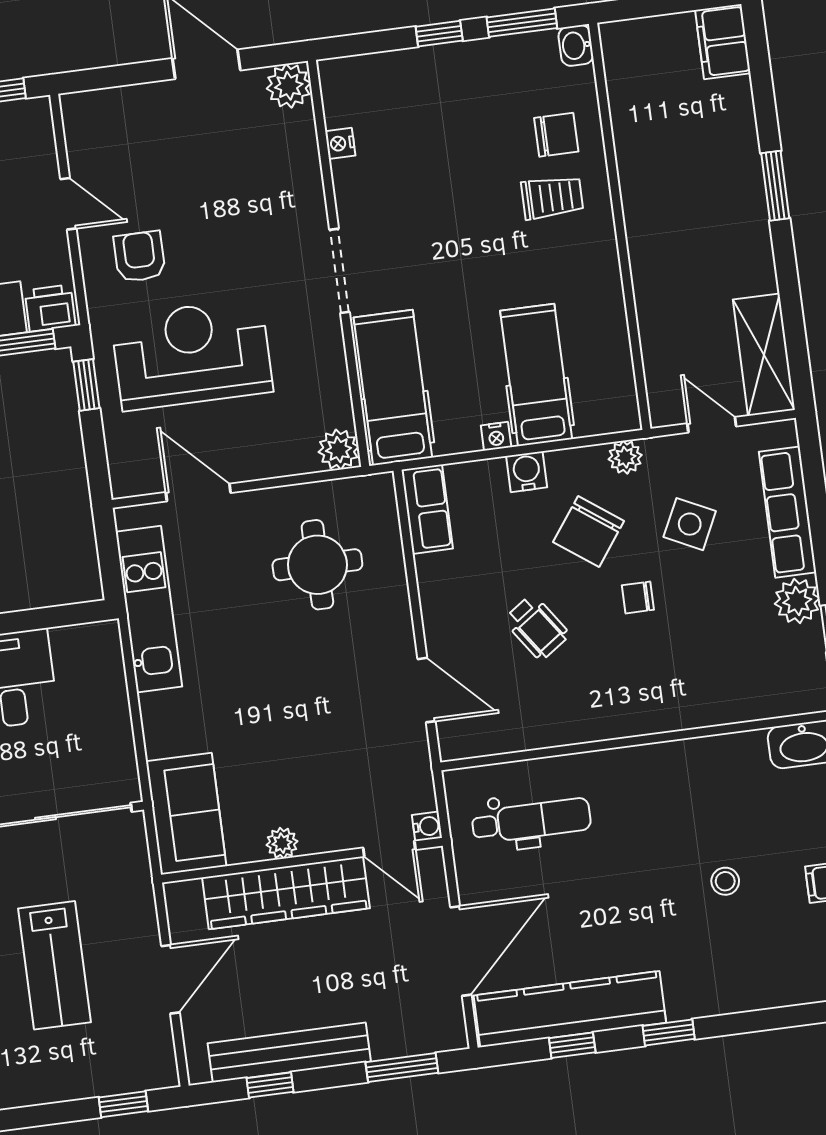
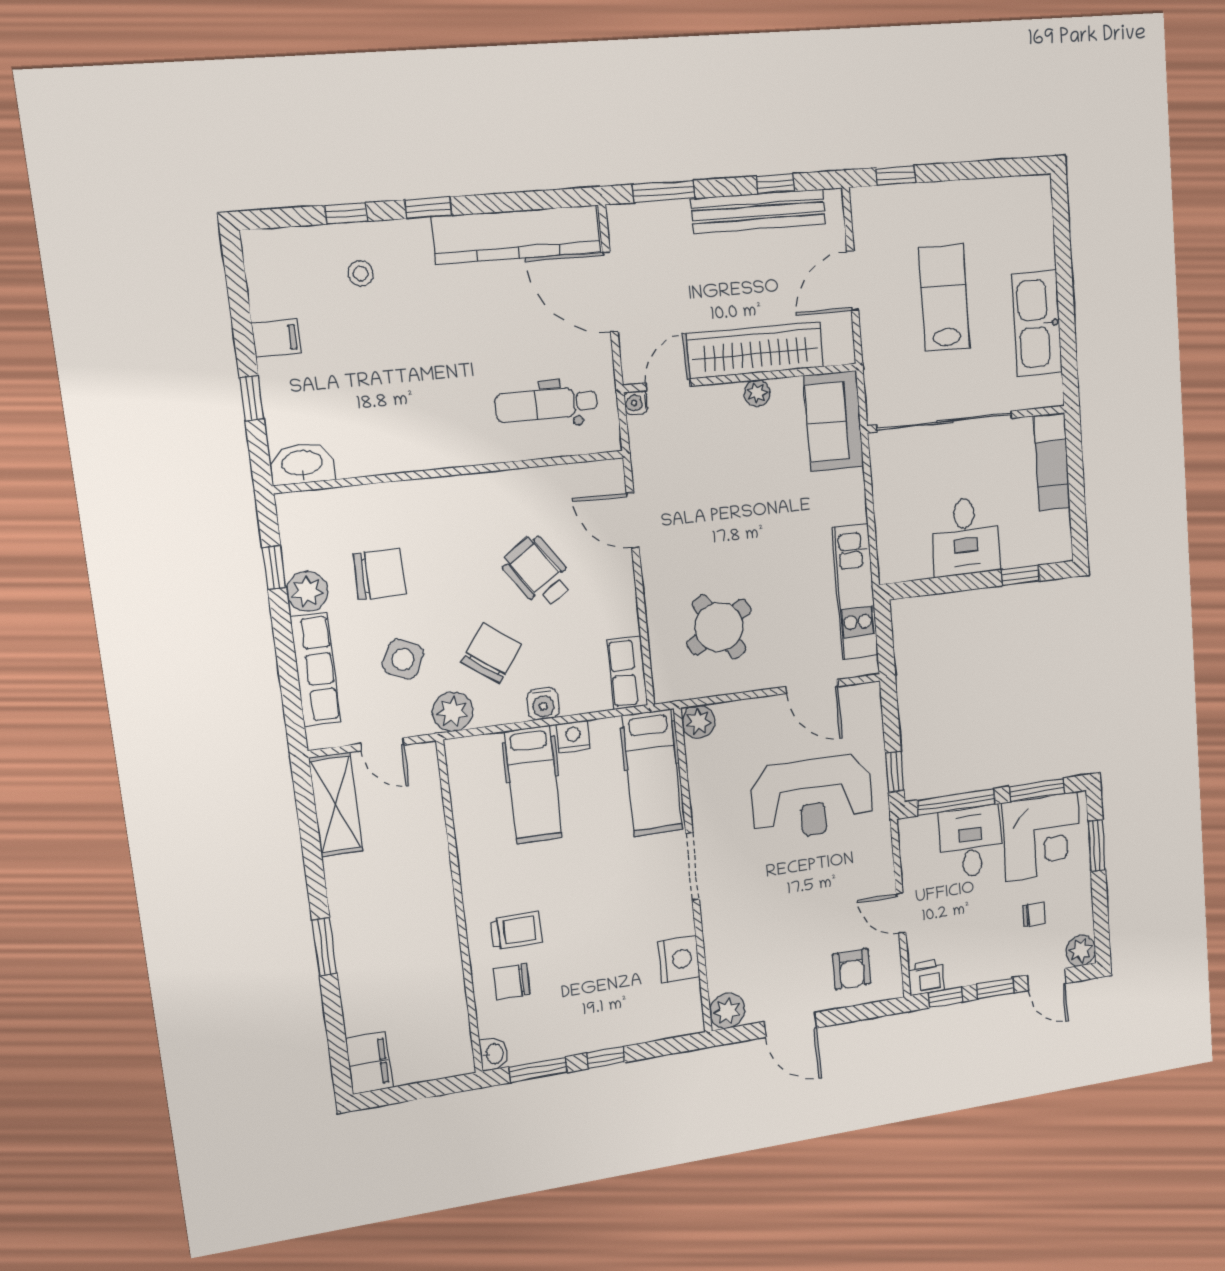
nightstand: (340, 143) -> (679, 959), width x1.89, depth x1.79
trolley: (552, 197) -> (516, 931), turned 180
armchair: (140, 257) -> (852, 969), moved
printer: (50, 308) -> (926, 977), moved, turned 180
nightstand: (496, 436) -> (573, 737), width x1.39, depth x1.35
plant: (625, 457) -> (452, 712), width x1.38, depth x1.38
round table: (317, 565) -> (719, 627), turned -32
chair: (638, 598) -> (380, 574), moved, width x1.87, depth x1.87
wheelchair: (537, 627) -> (538, 572), width x1.36, depth x1.37
door: (389, 849) -> (668, 385), hinge flipped
stool: (725, 881) -> (361, 273), moved
door: (461, 951) -> (610, 292), hinge flipped
window: (572, 1045) -> (346, 213), moved

